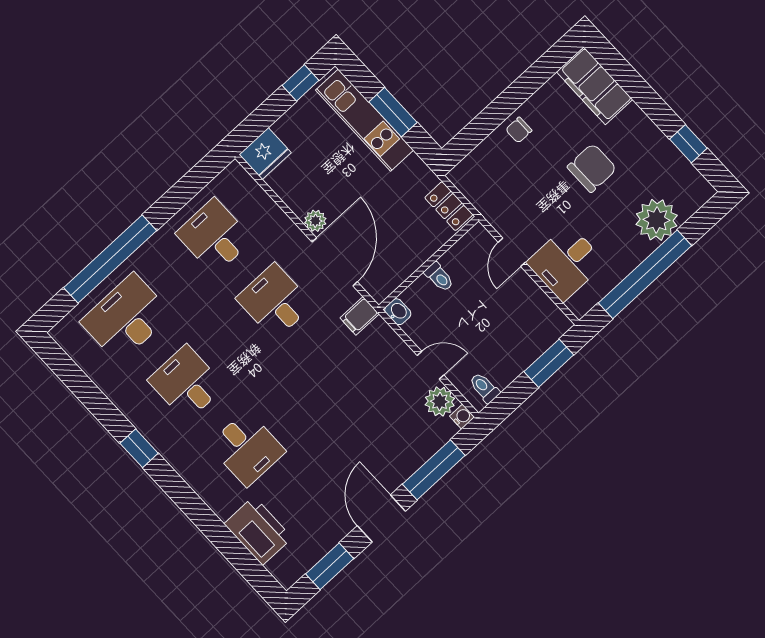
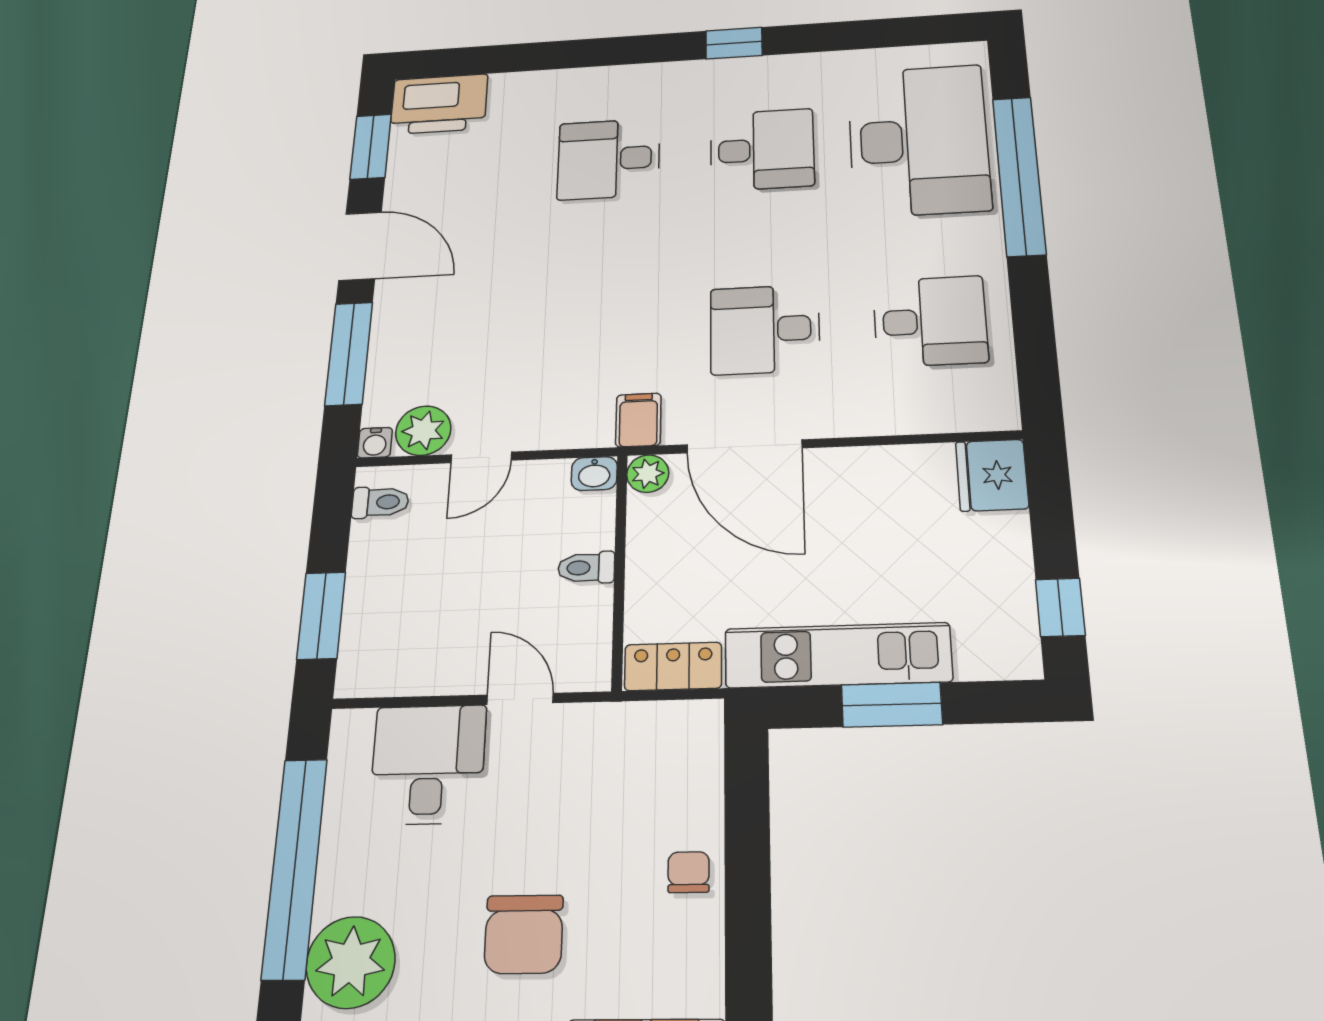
kitchen unit: (364, 120) -> (838, 655), moved
plant: (315, 221) -> (648, 474), moved
desk: (275, 302) -> (765, 329), turned 180
desk: (126, 318) -> (918, 140), width x1.36, depth x1.30
printer: (258, 531) -> (439, 104), moved

